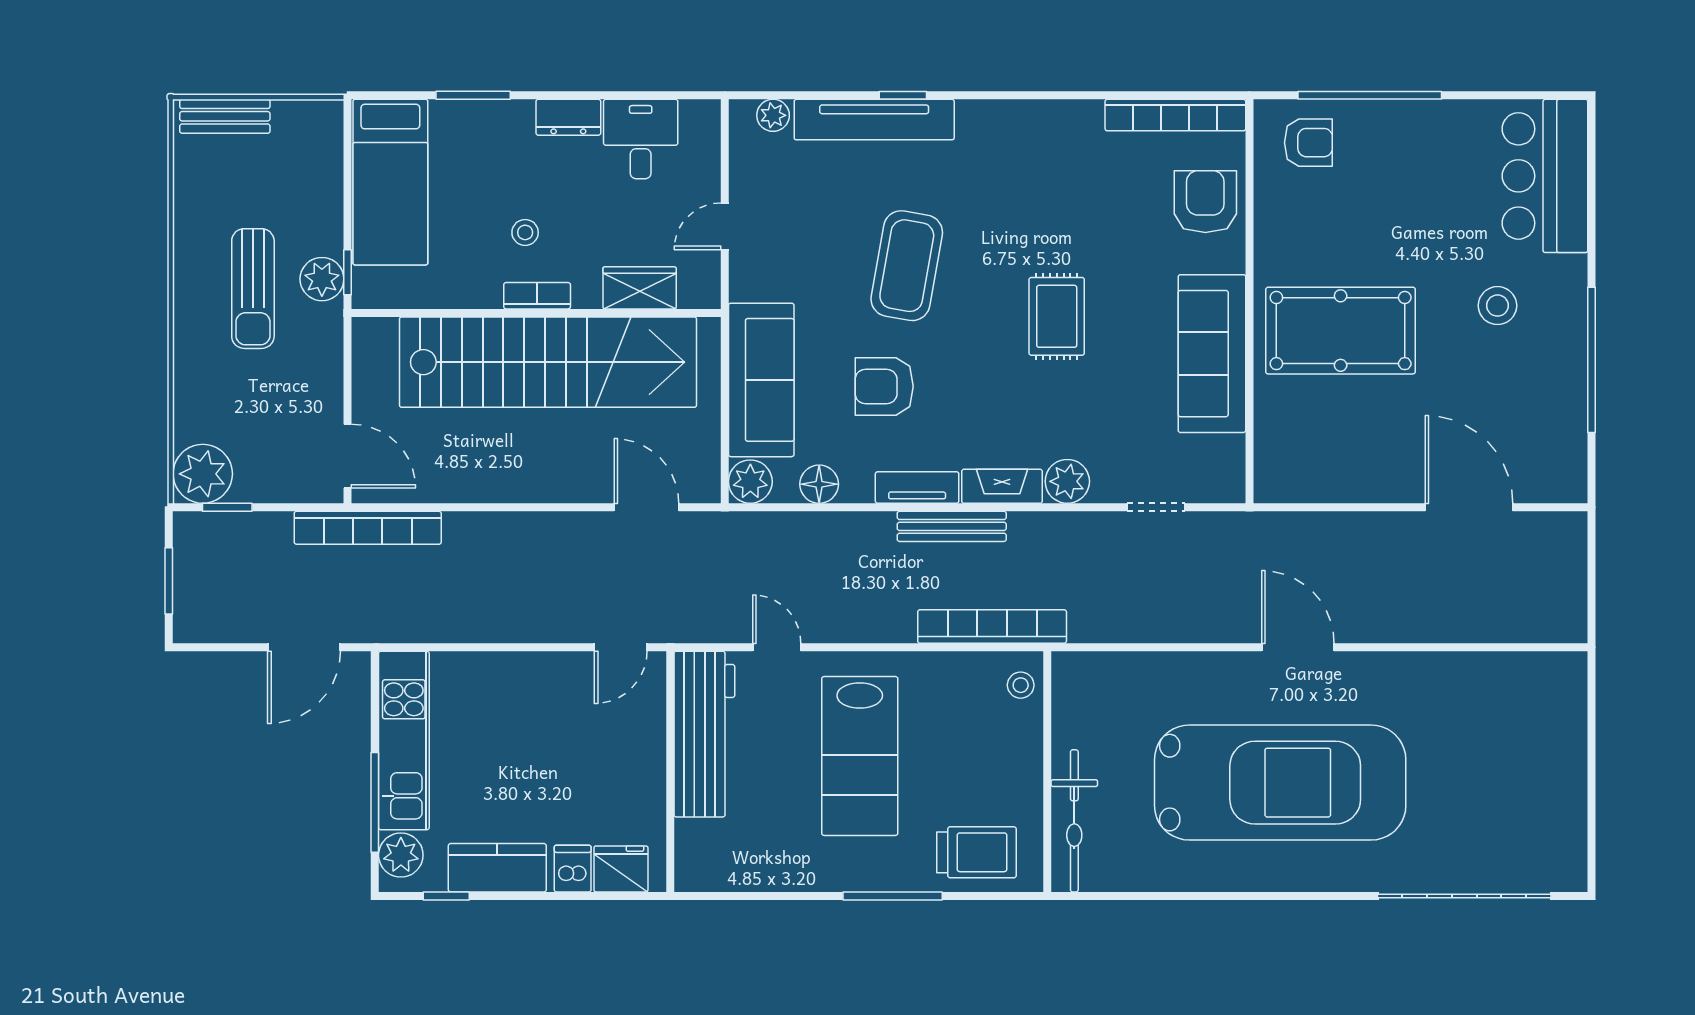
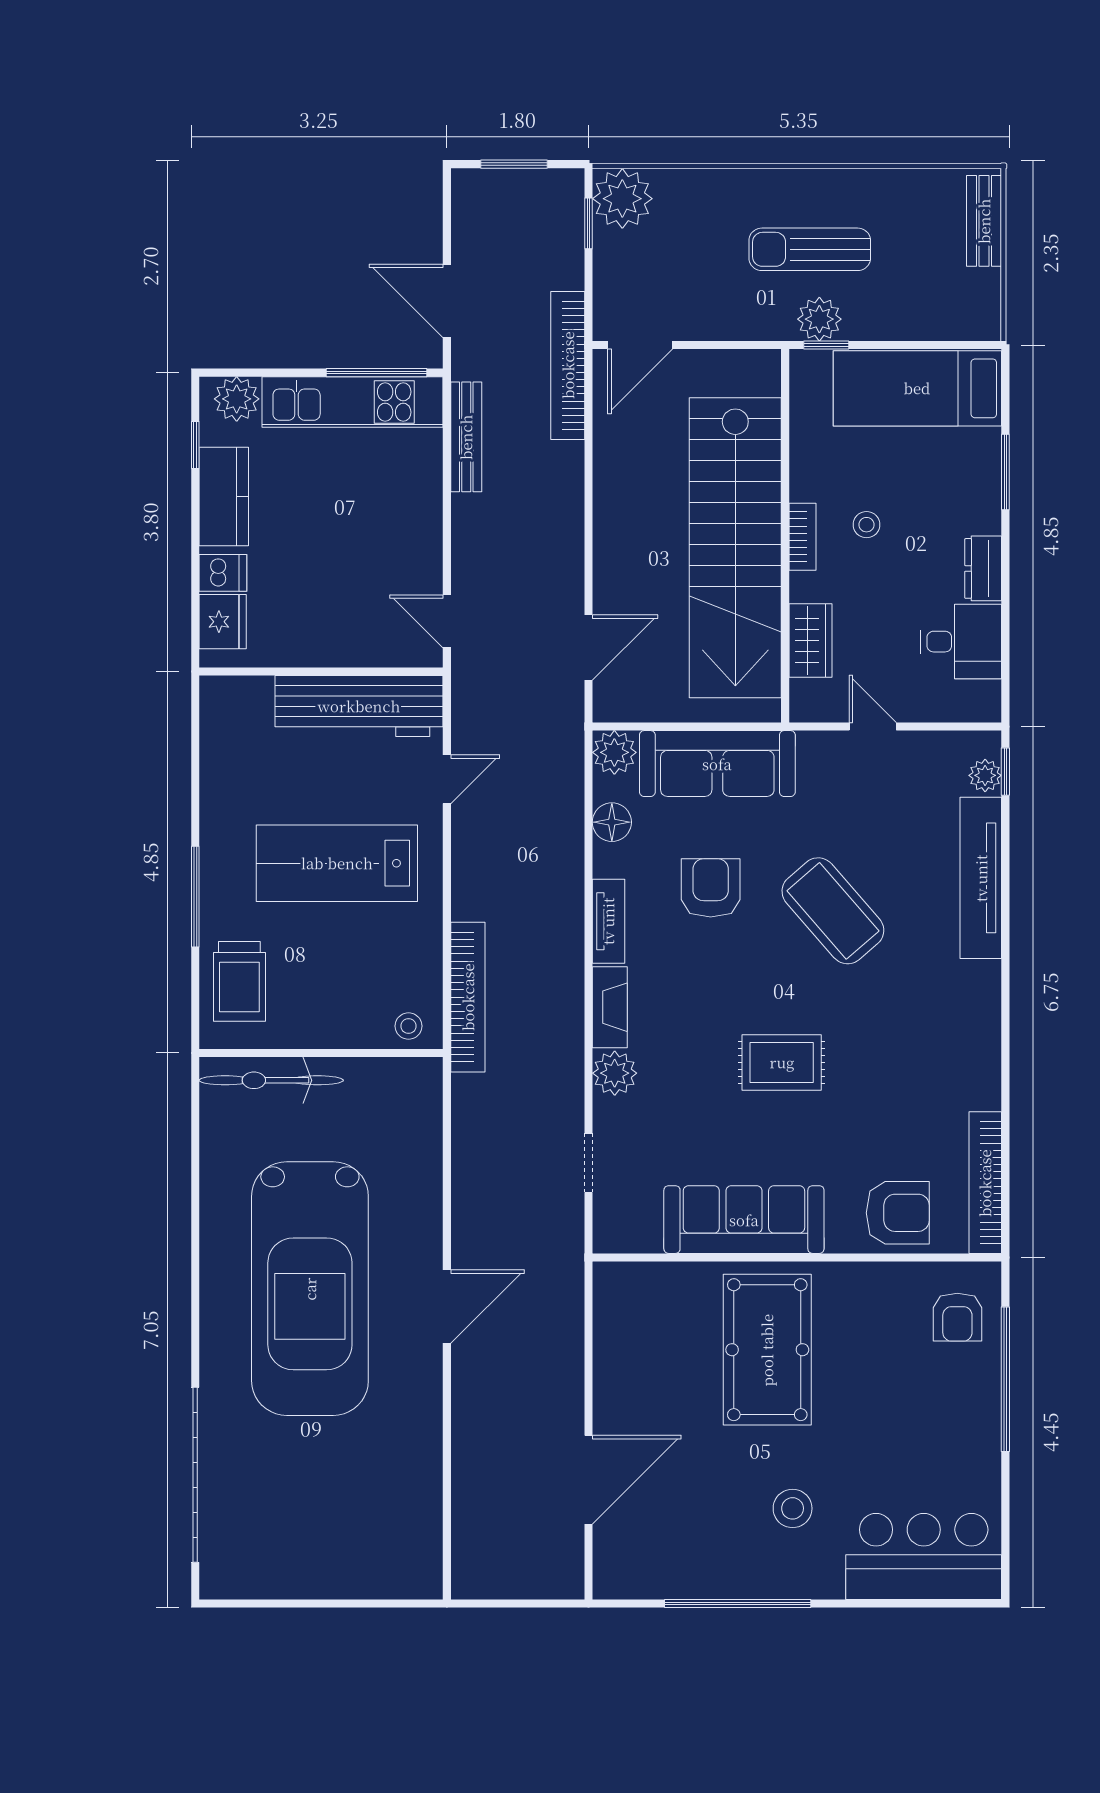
window: (903, 95) -> (1005, 772), moved
coffee table: (907, 266) -> (833, 911), turned 39
bench: (952, 526) -> (466, 437), moved
window: (375, 802) -> (376, 373), moved

